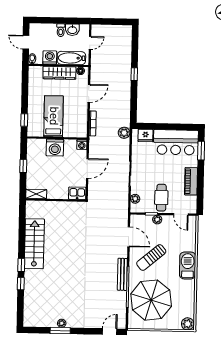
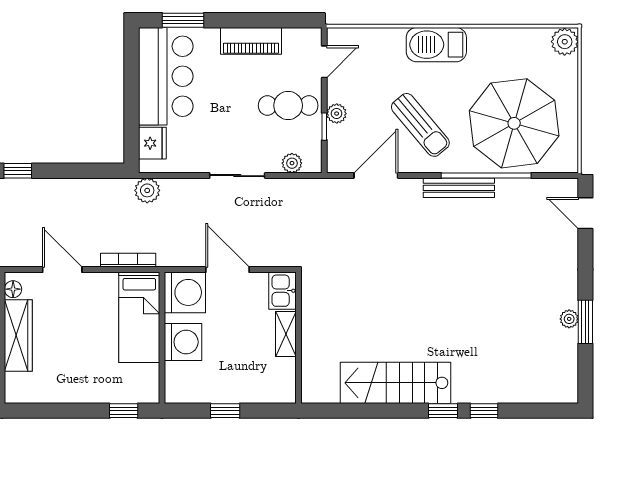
bed: (54, 116) -> (139, 317), moved, turned -90
washing machine: (82, 145) -> (185, 292), width x1.89, depth x1.89
shelving: (36, 194) -> (286, 334), moved

